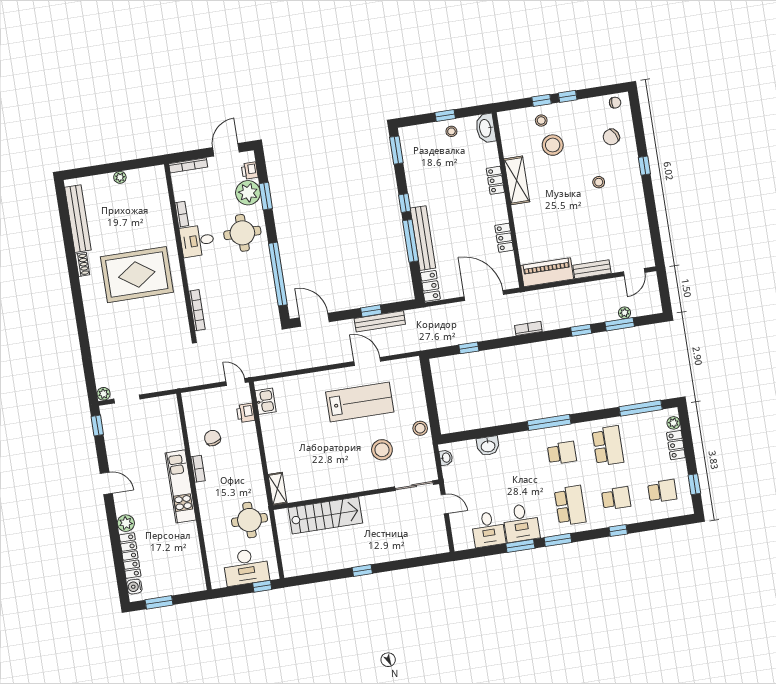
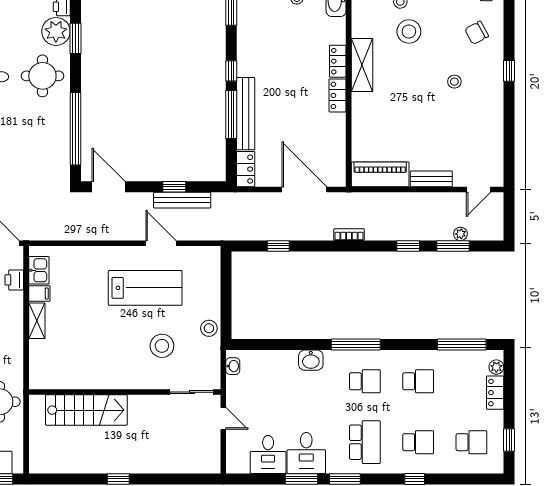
locker: (504, 238) -> (338, 95), moved
filing cabinet: (269, 421) -> (39, 294), added
washbasin: (488, 446) -> (311, 360), moved
school desk: (608, 446) -> (418, 381), width x0.54
shelving: (277, 489) -> (37, 321), moved

